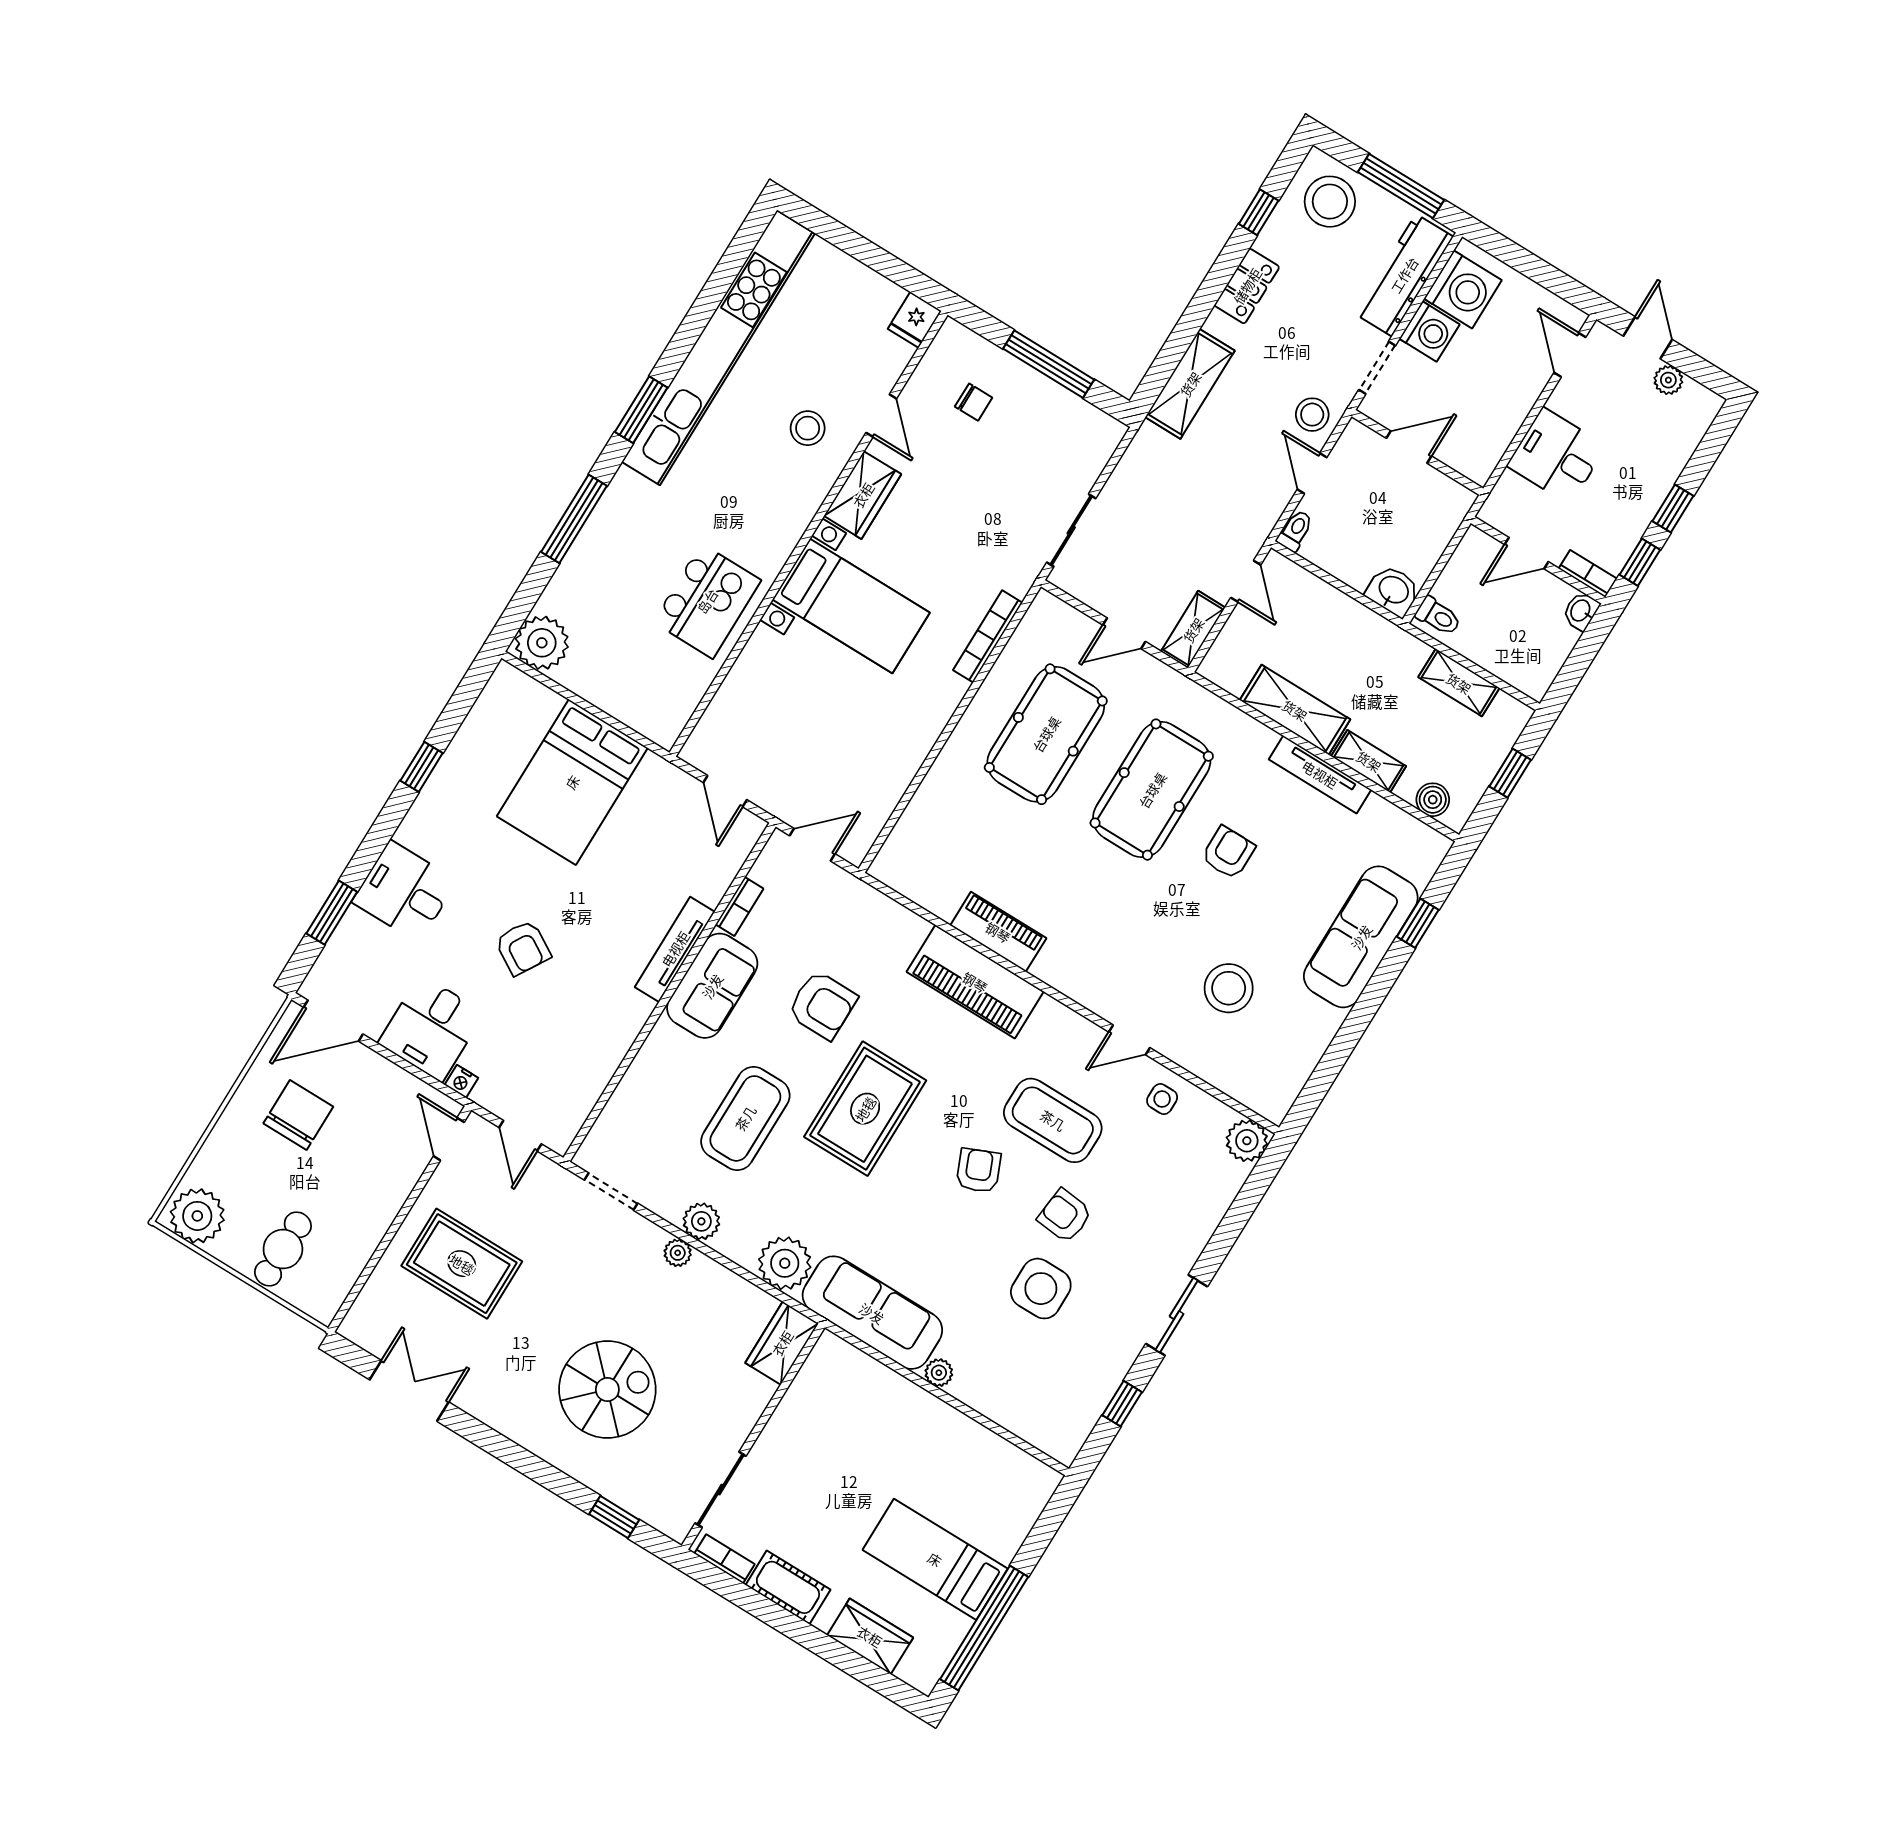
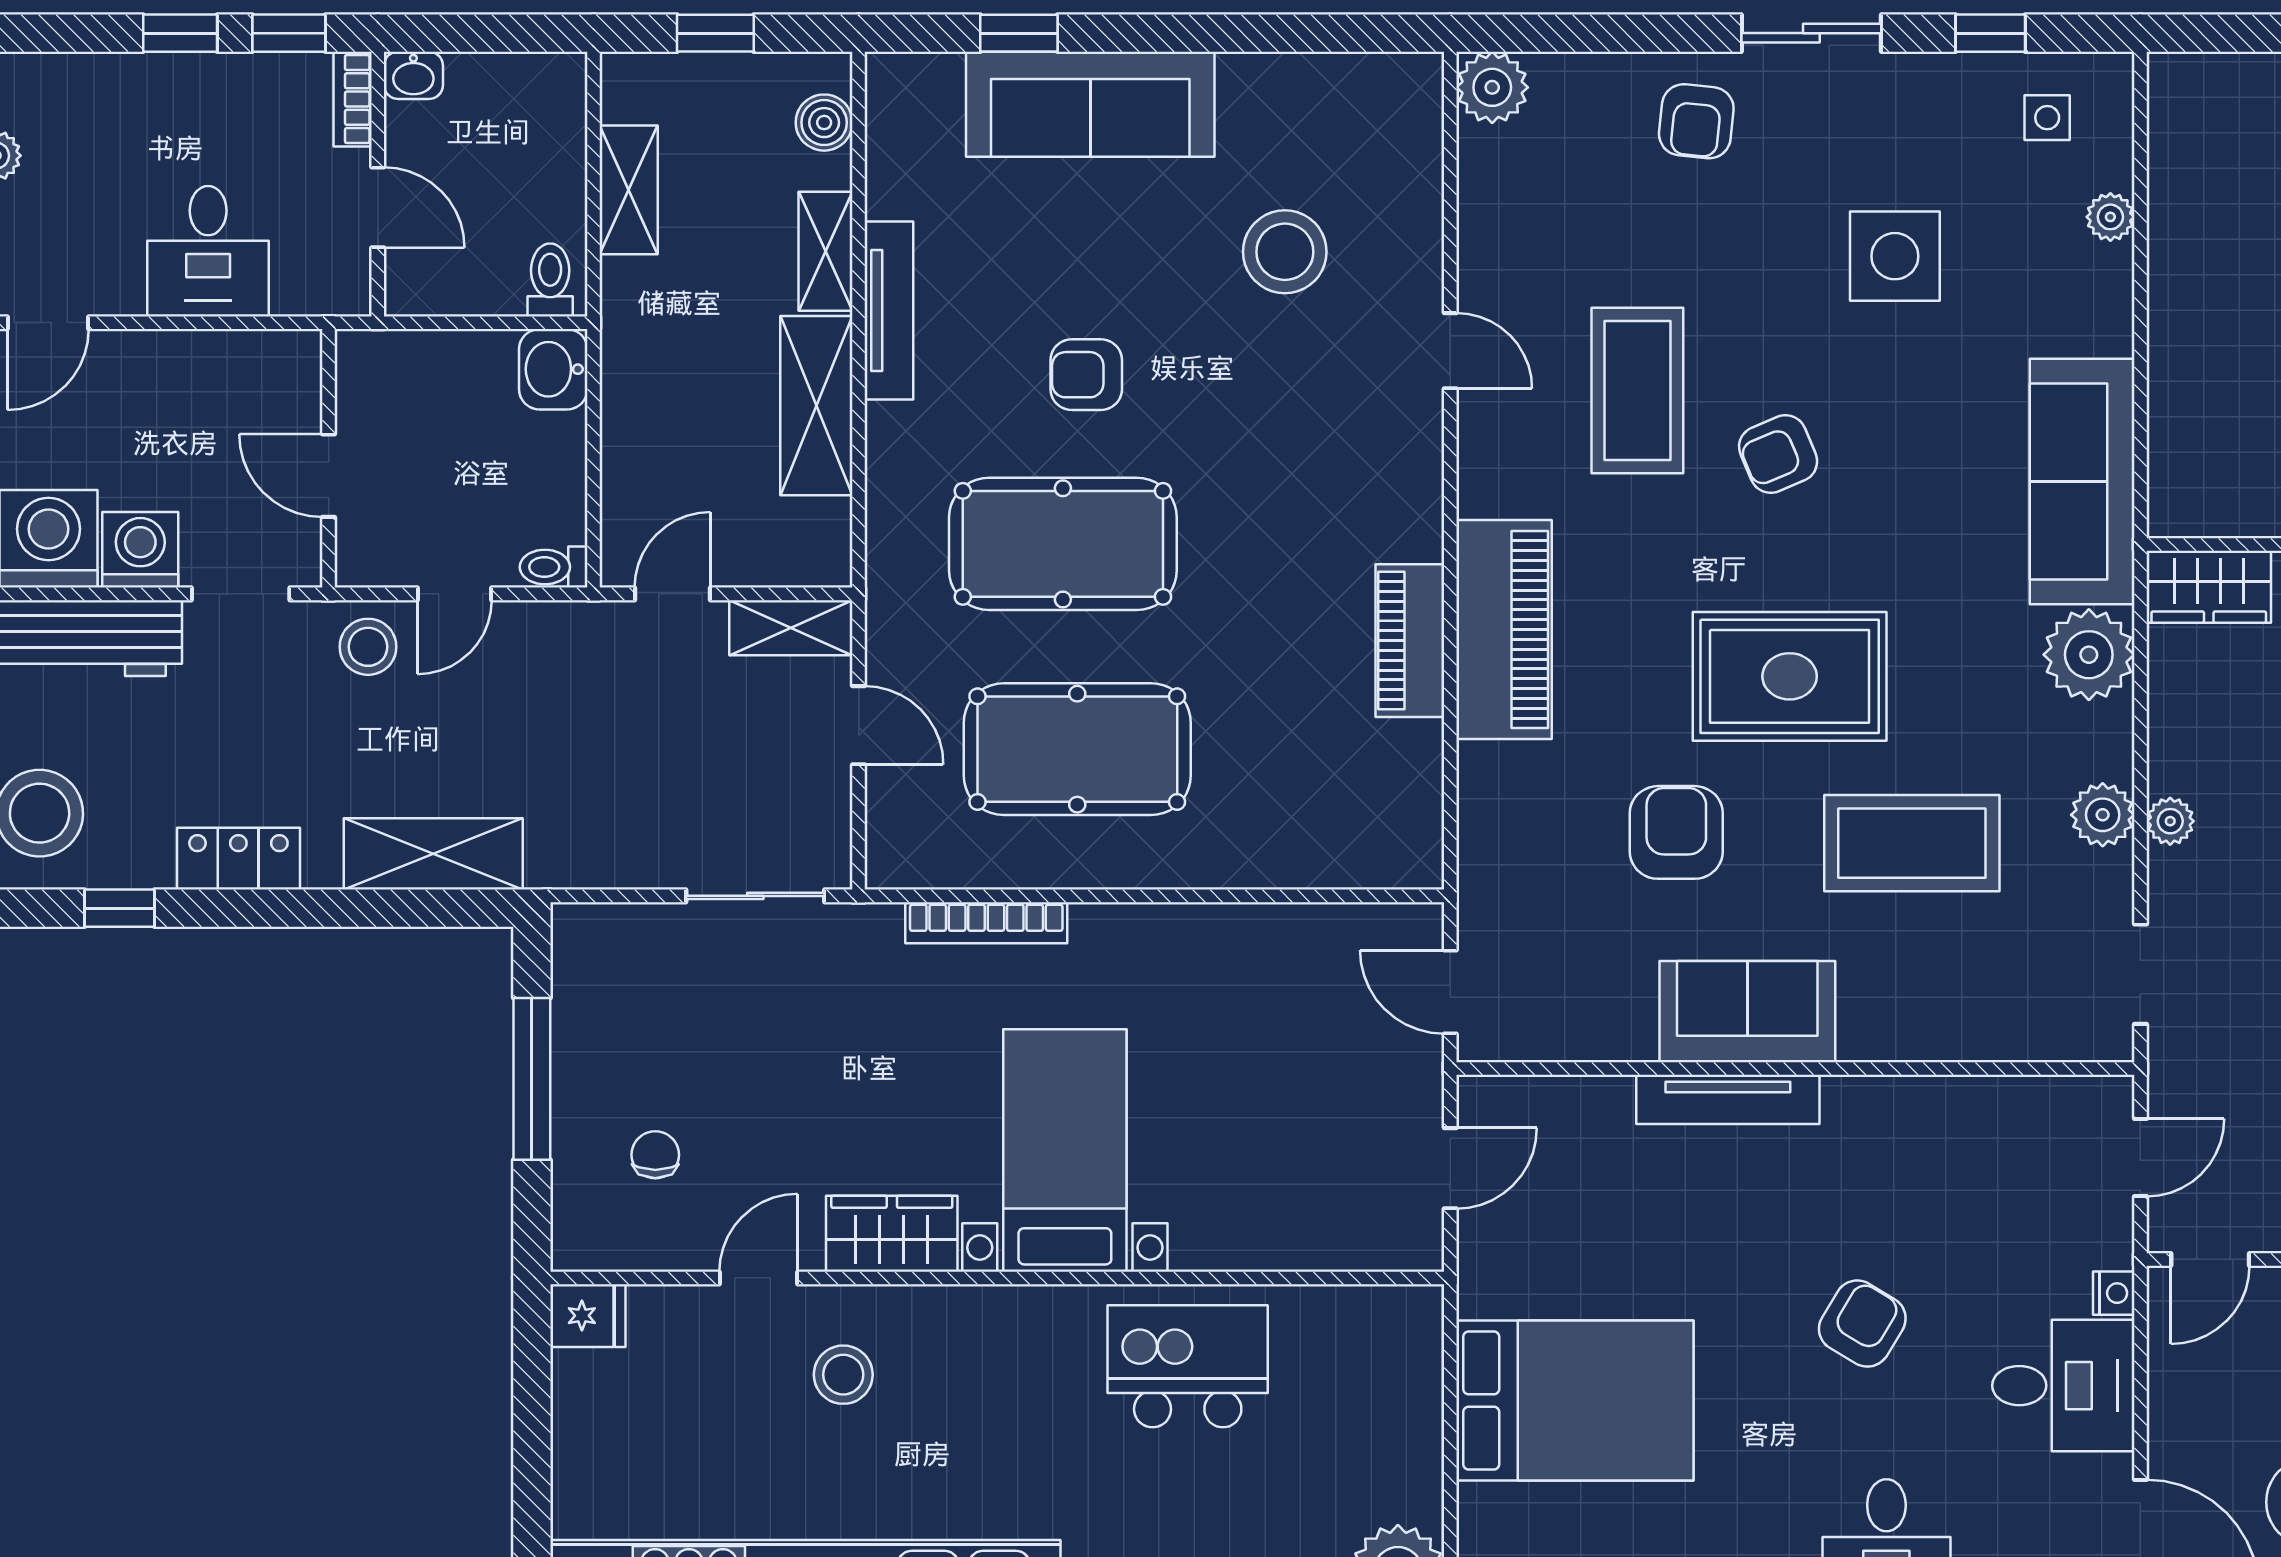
bookcase: (739, 907) -> (1607, 1043), removed
side table: (1162, 1099) -> (2047, 118), moved
armchair: (1065, 1216) -> (1696, 121), moved
plant: (939, 1373) -> (2110, 217), moved

